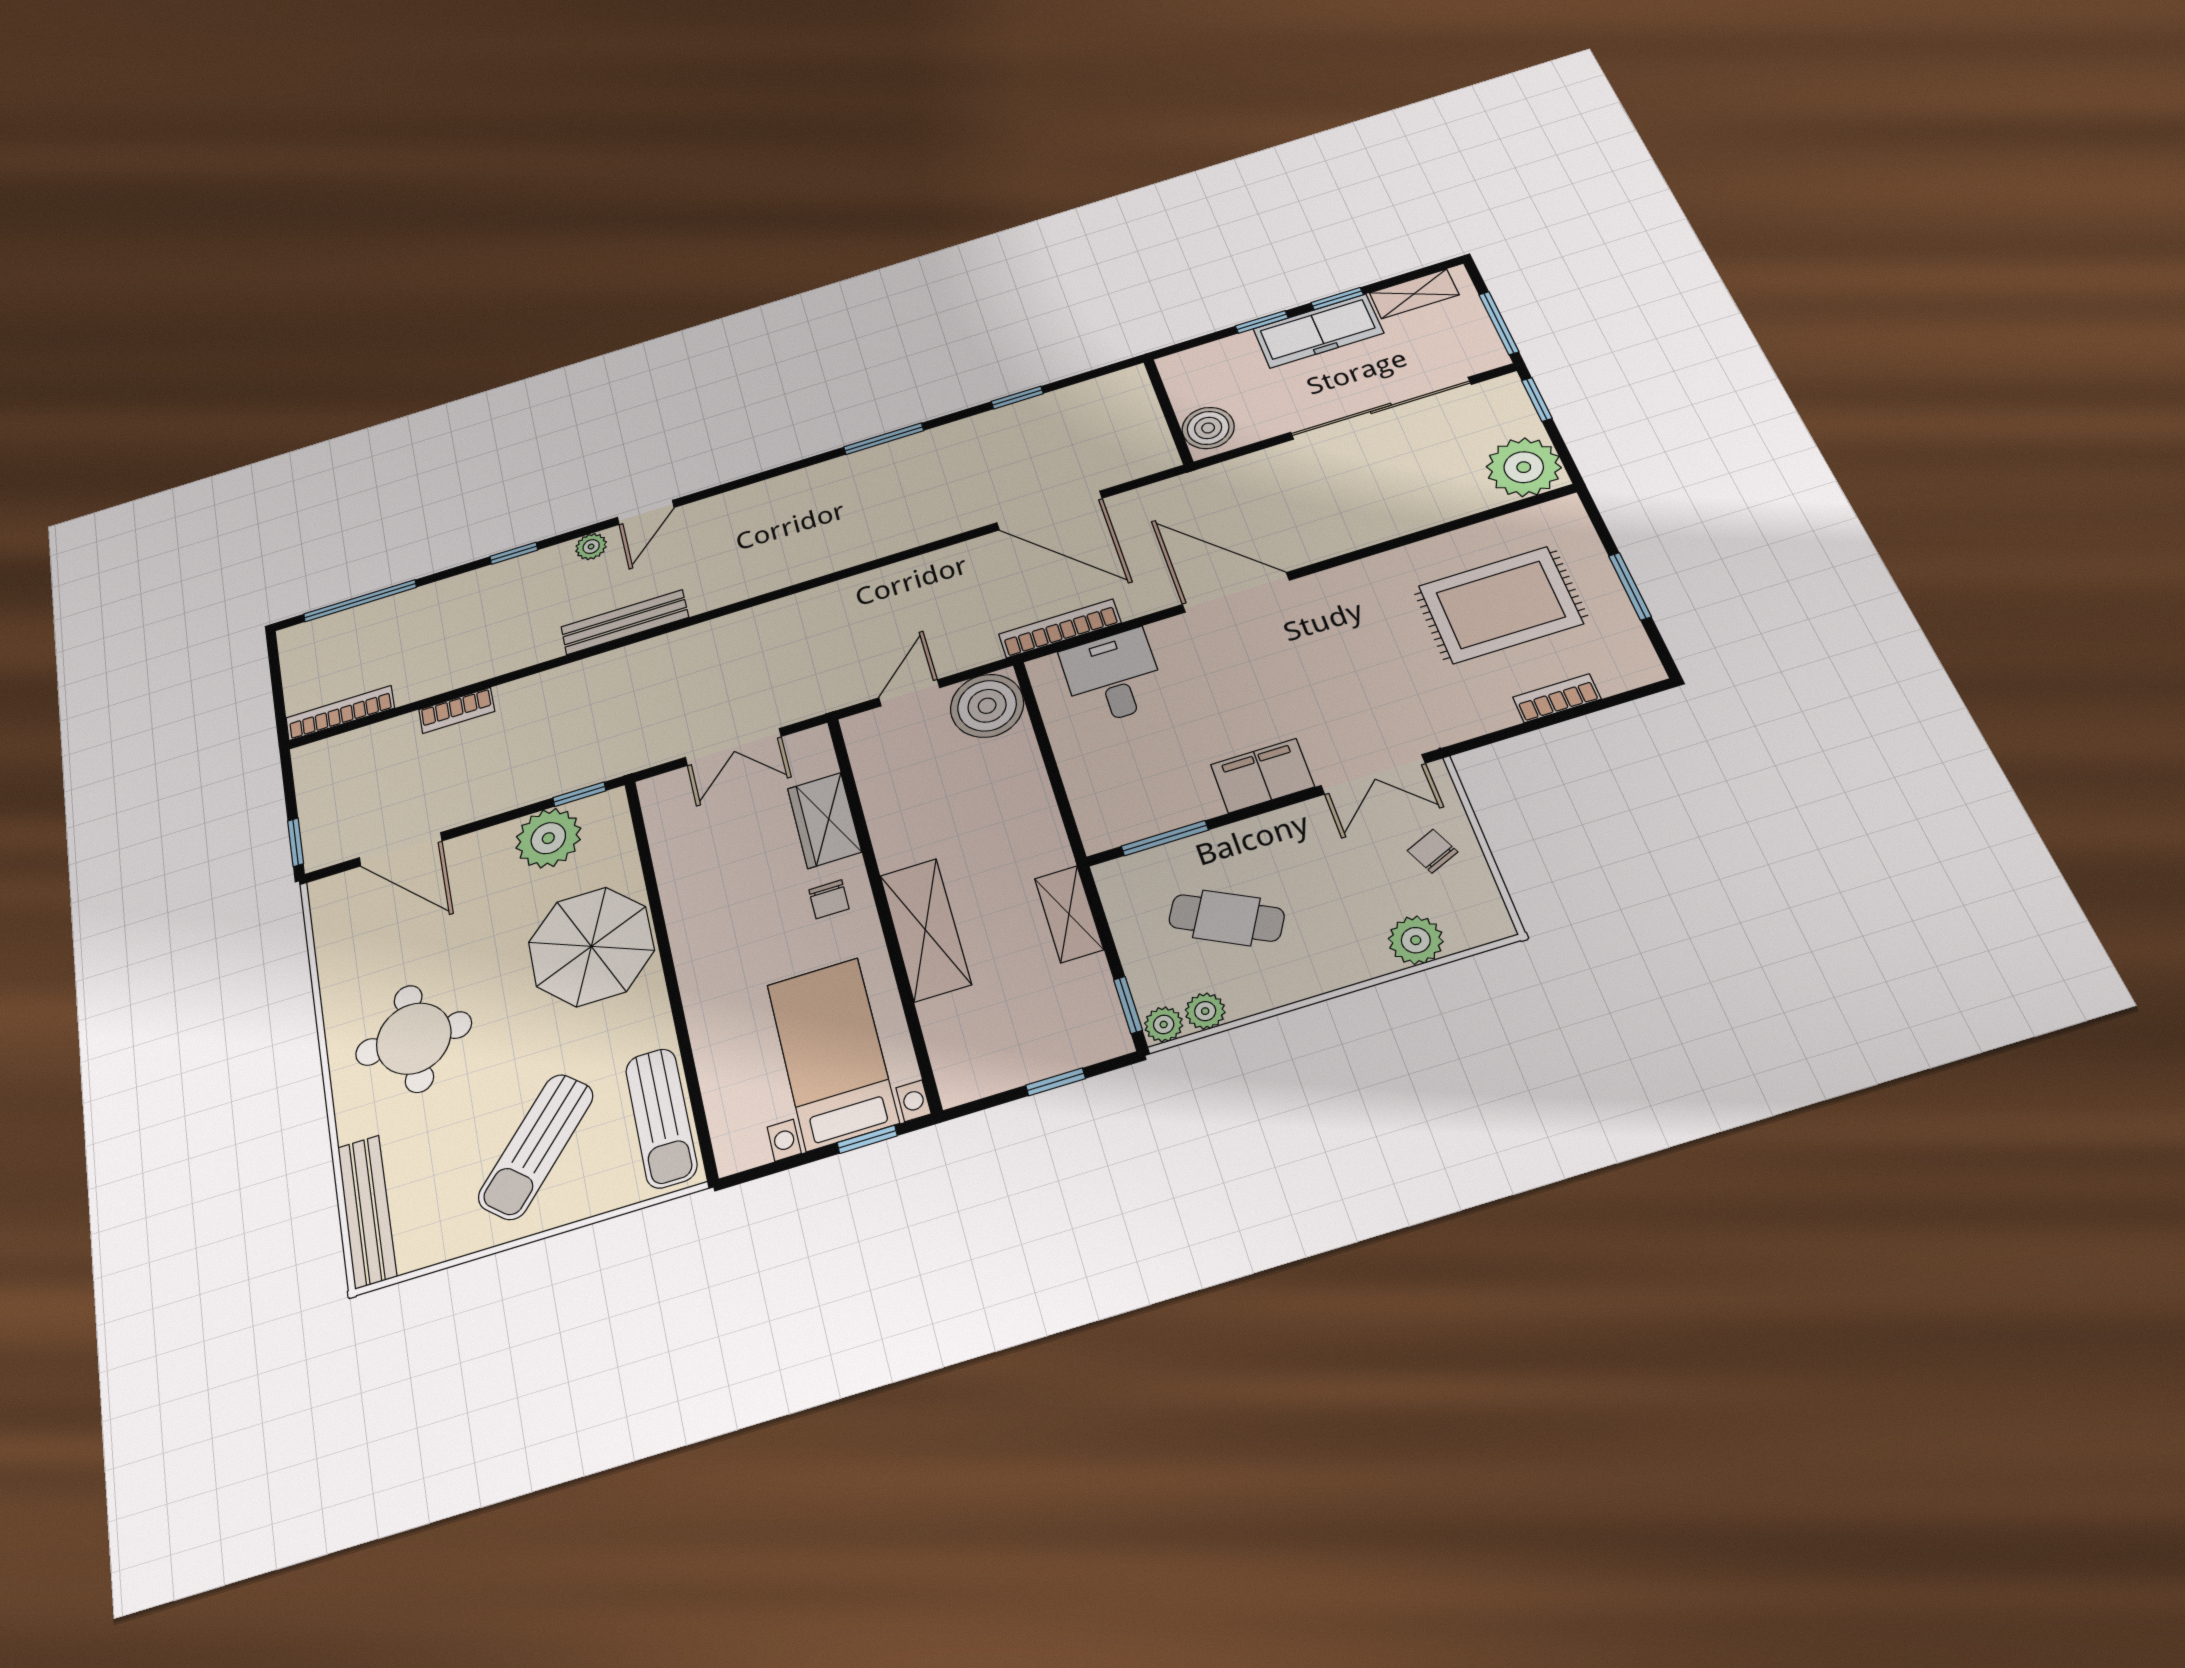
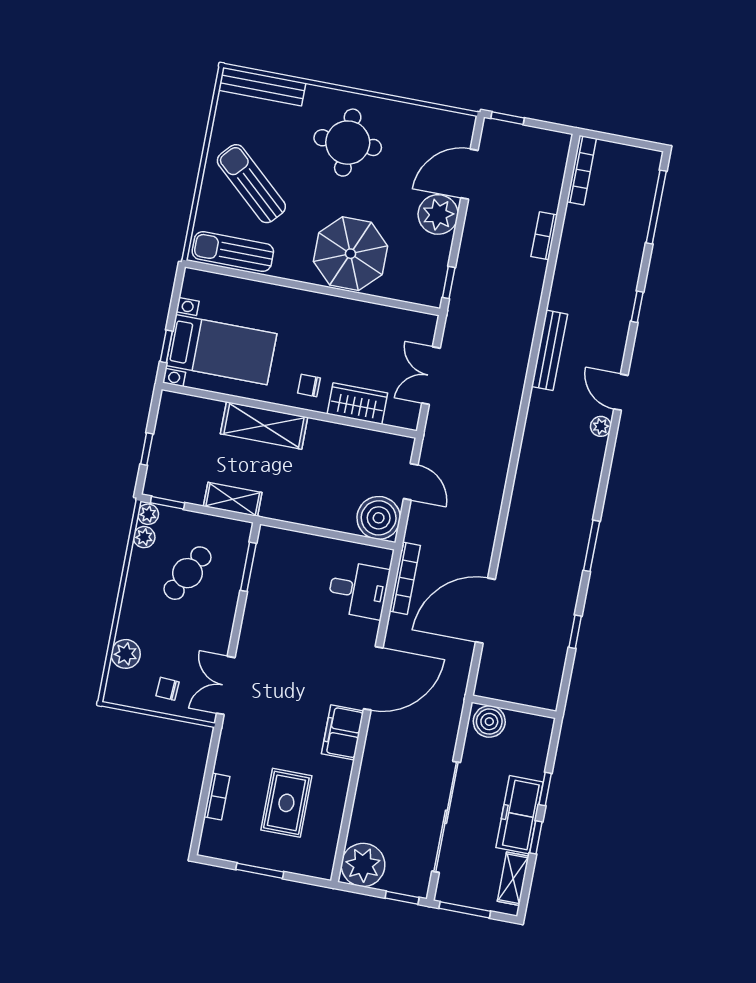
plant: (591, 547) -> (601, 426), moved
rug: (1500, 605) -> (286, 803), width x0.73, depth x0.70
filing cabinet: (1262, 776) -> (343, 732), moved, turned 180
plant: (548, 838) -> (438, 214), moved
chair: (1433, 851) -> (168, 689), turned -153

